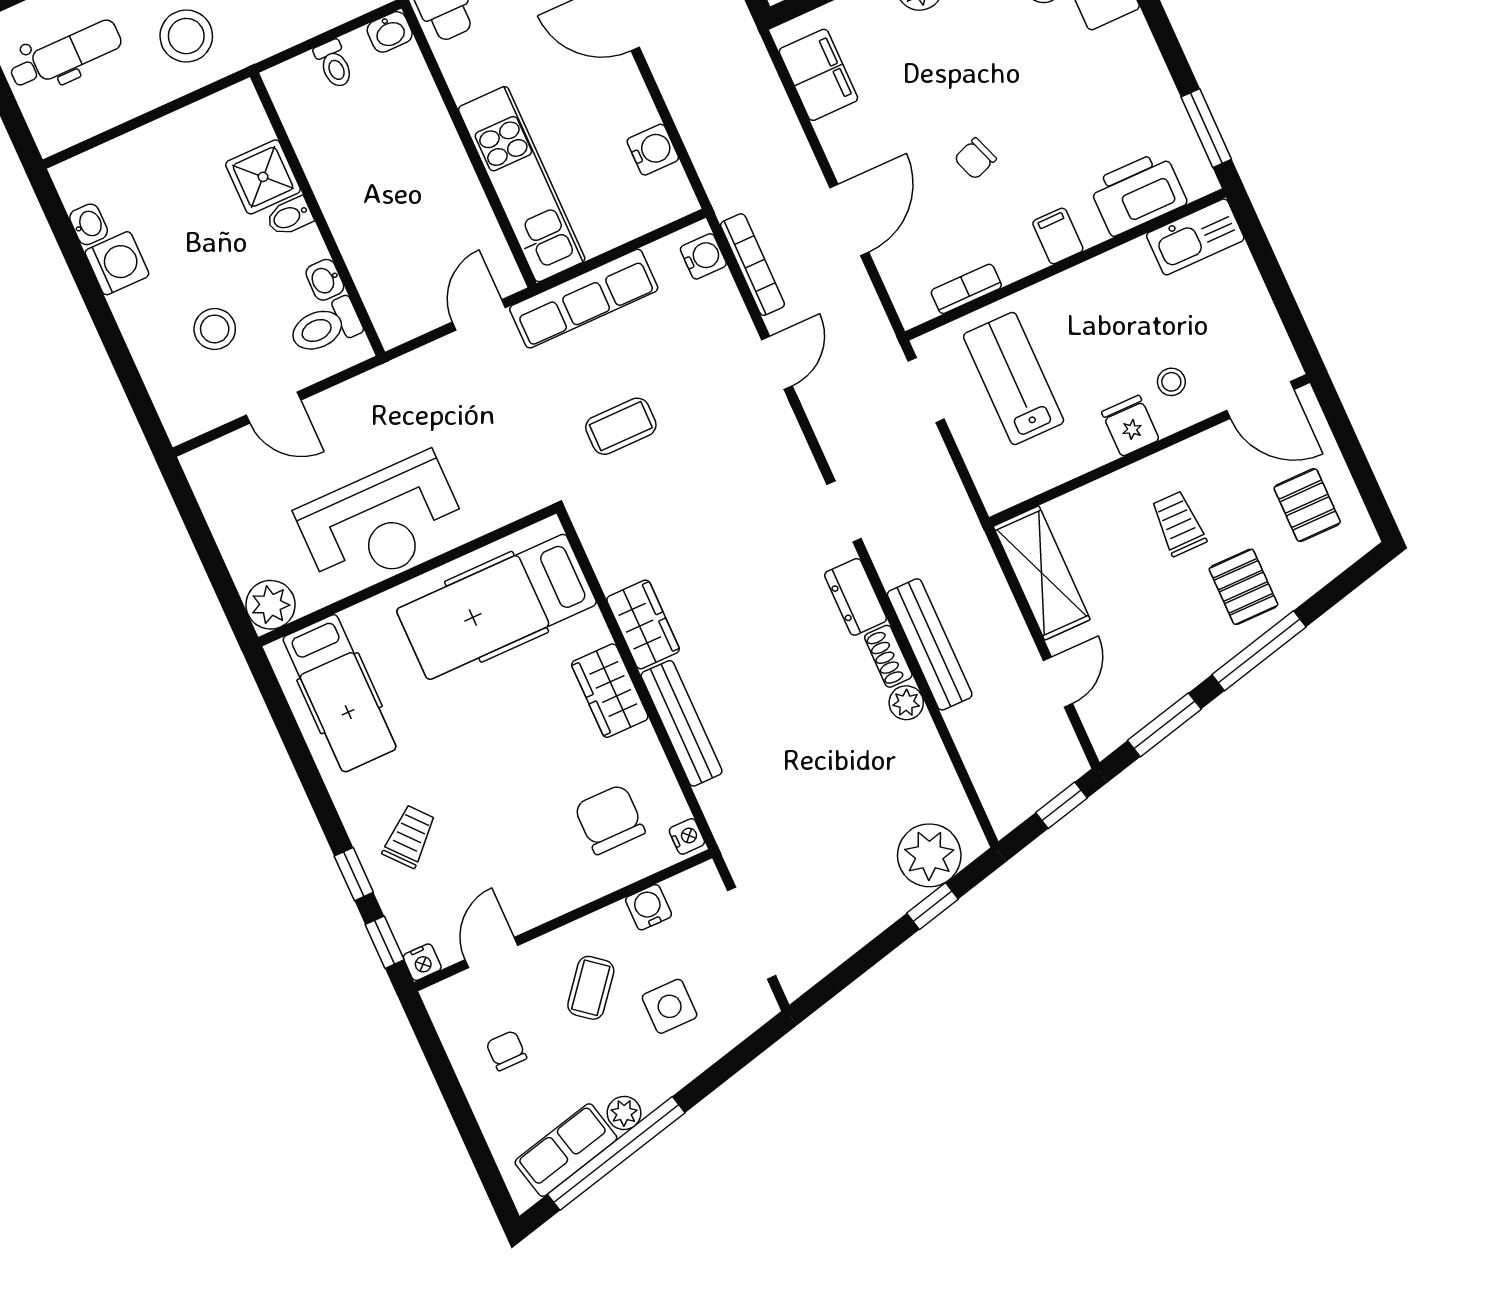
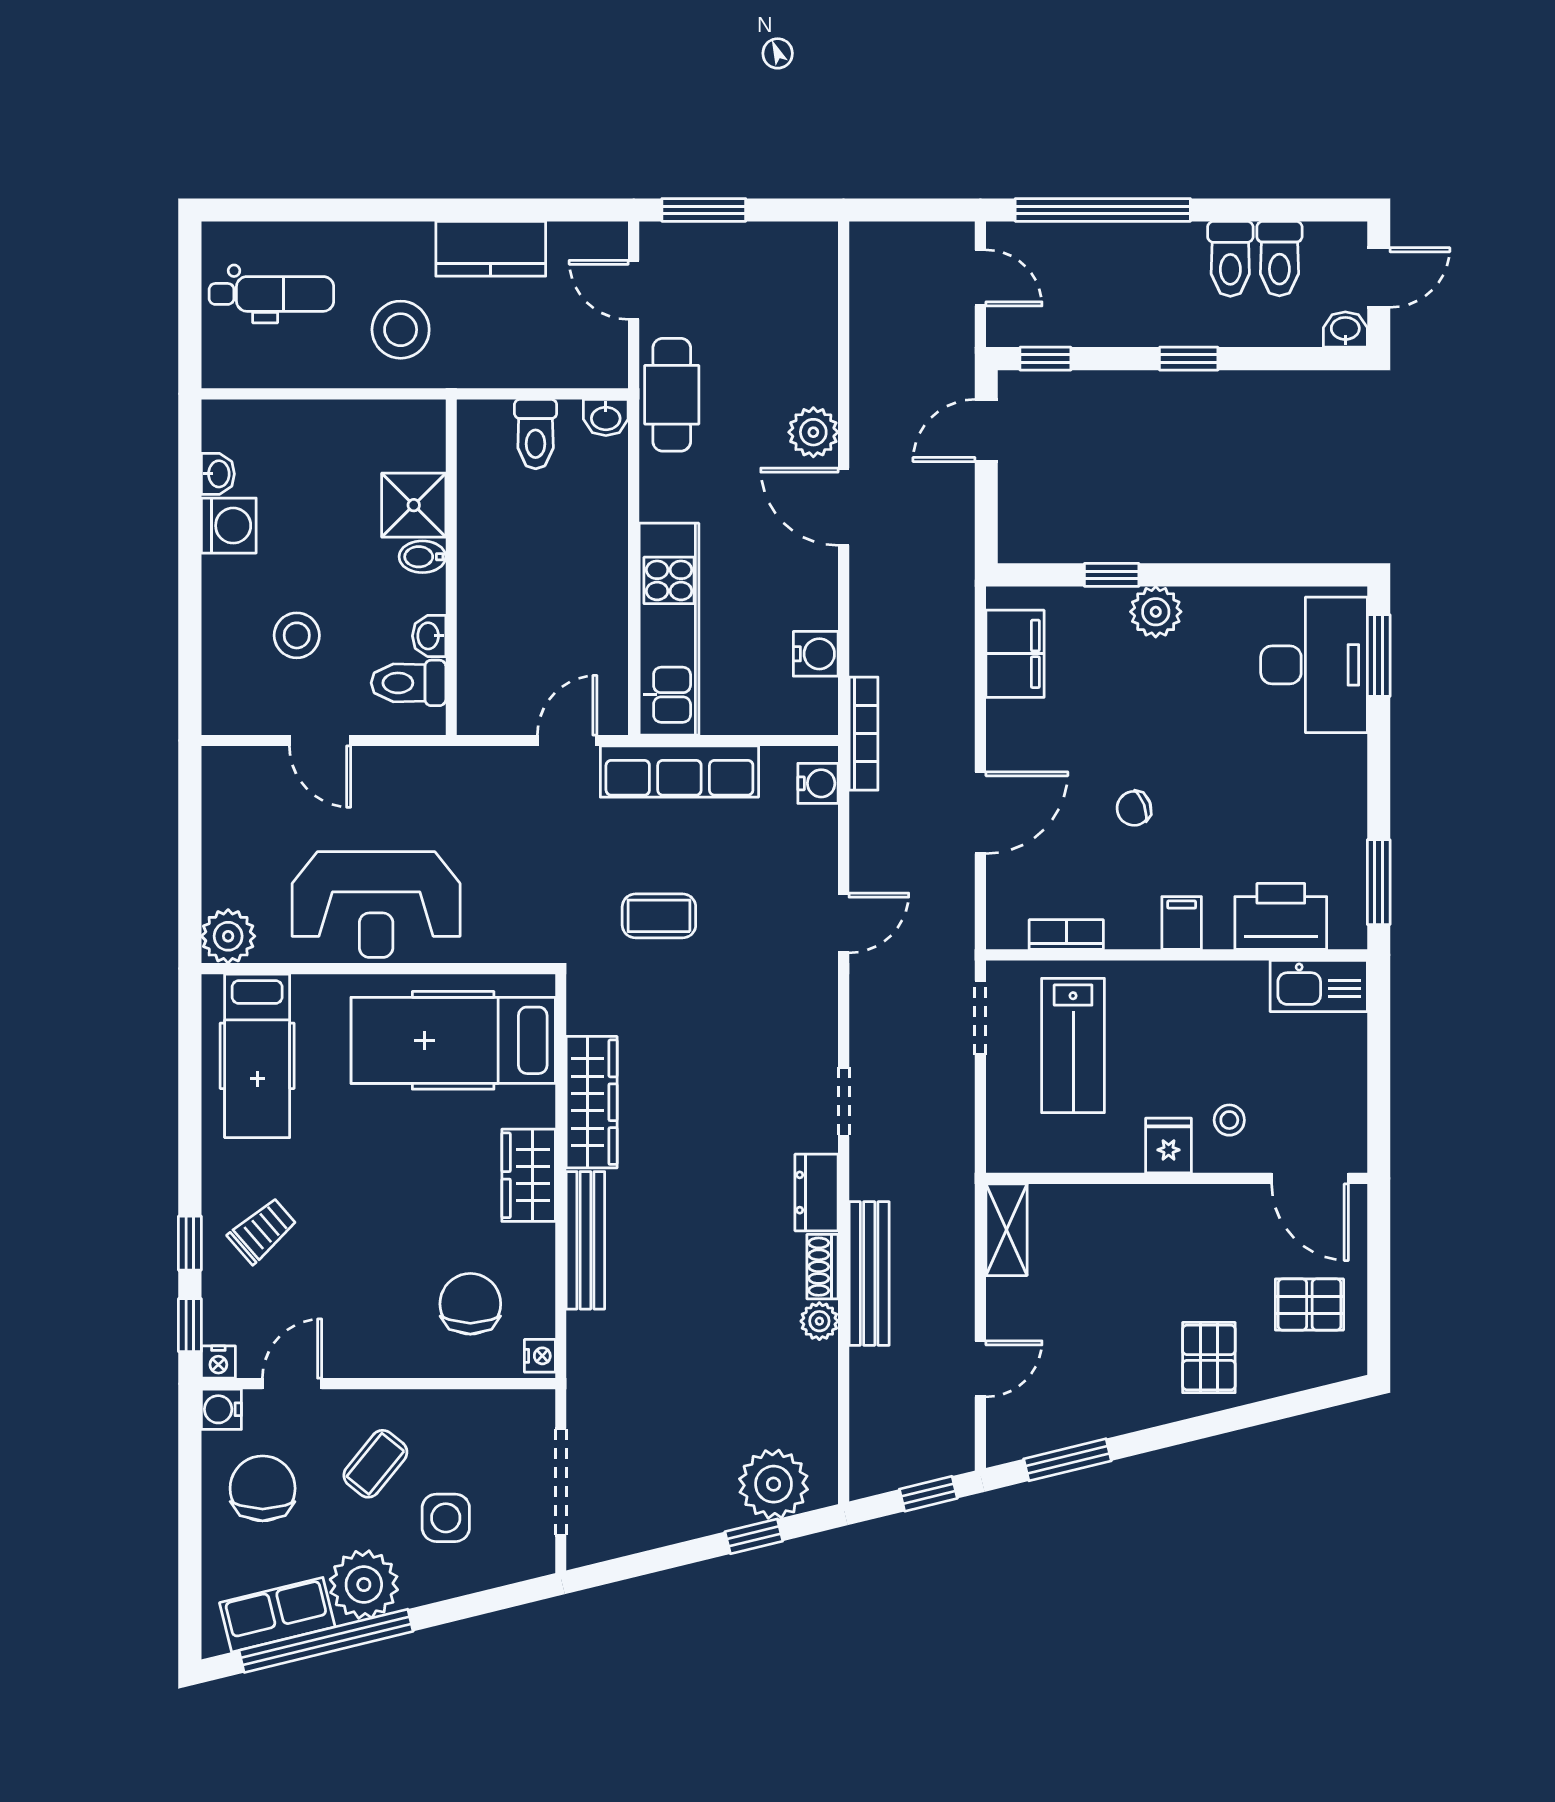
toilet: (334, 64) -> (536, 434), width x1.37, depth x1.39
bookcase: (753, 265) -> (864, 734), moved
lab bench: (1014, 379) -> (1073, 1045), turned 180
pallet: (1307, 505) -> (1309, 1305), turned 90
trolley: (1178, 524) -> (1172, 1265), removed
shelving: (1042, 573) -> (1007, 1230), width x0.67, depth x0.75
wardrobe: (643, 624) -> (592, 1102), width x1.50
window: (1259, 651) -> (1196, 1428), removed
water cooler: (649, 907) -> (221, 1409), moved, turned -90
chair: (506, 1051) -> (263, 1488), width x1.87, depth x1.87
plant: (624, 1113) -> (364, 1585), width x1.87, depth x1.87

